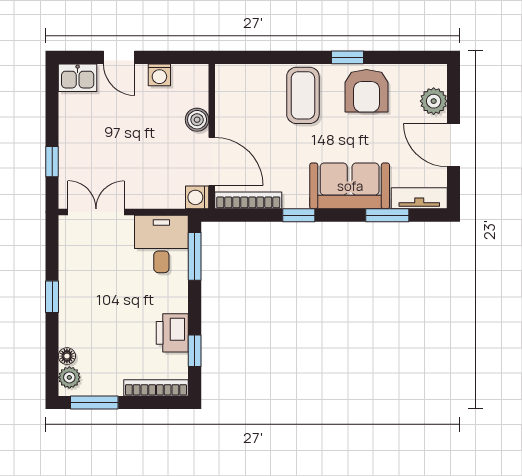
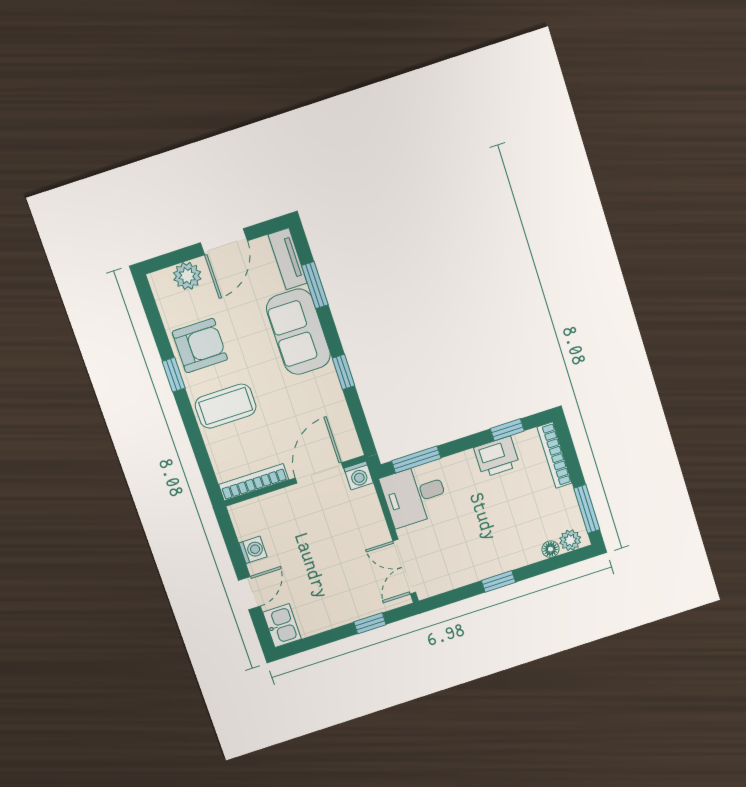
boiler: (197, 120) -> (284, 500), removed
bookcase: (248, 200) -> (254, 482), moved, turned 90

